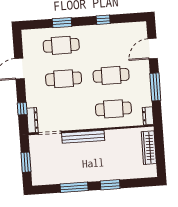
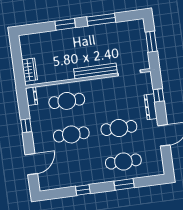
window: (155, 87) -> (26, 126), width x0.46
dresser: (32, 120) -> (151, 107), moved
wardrobe: (149, 148) -> (29, 70), width x0.67

